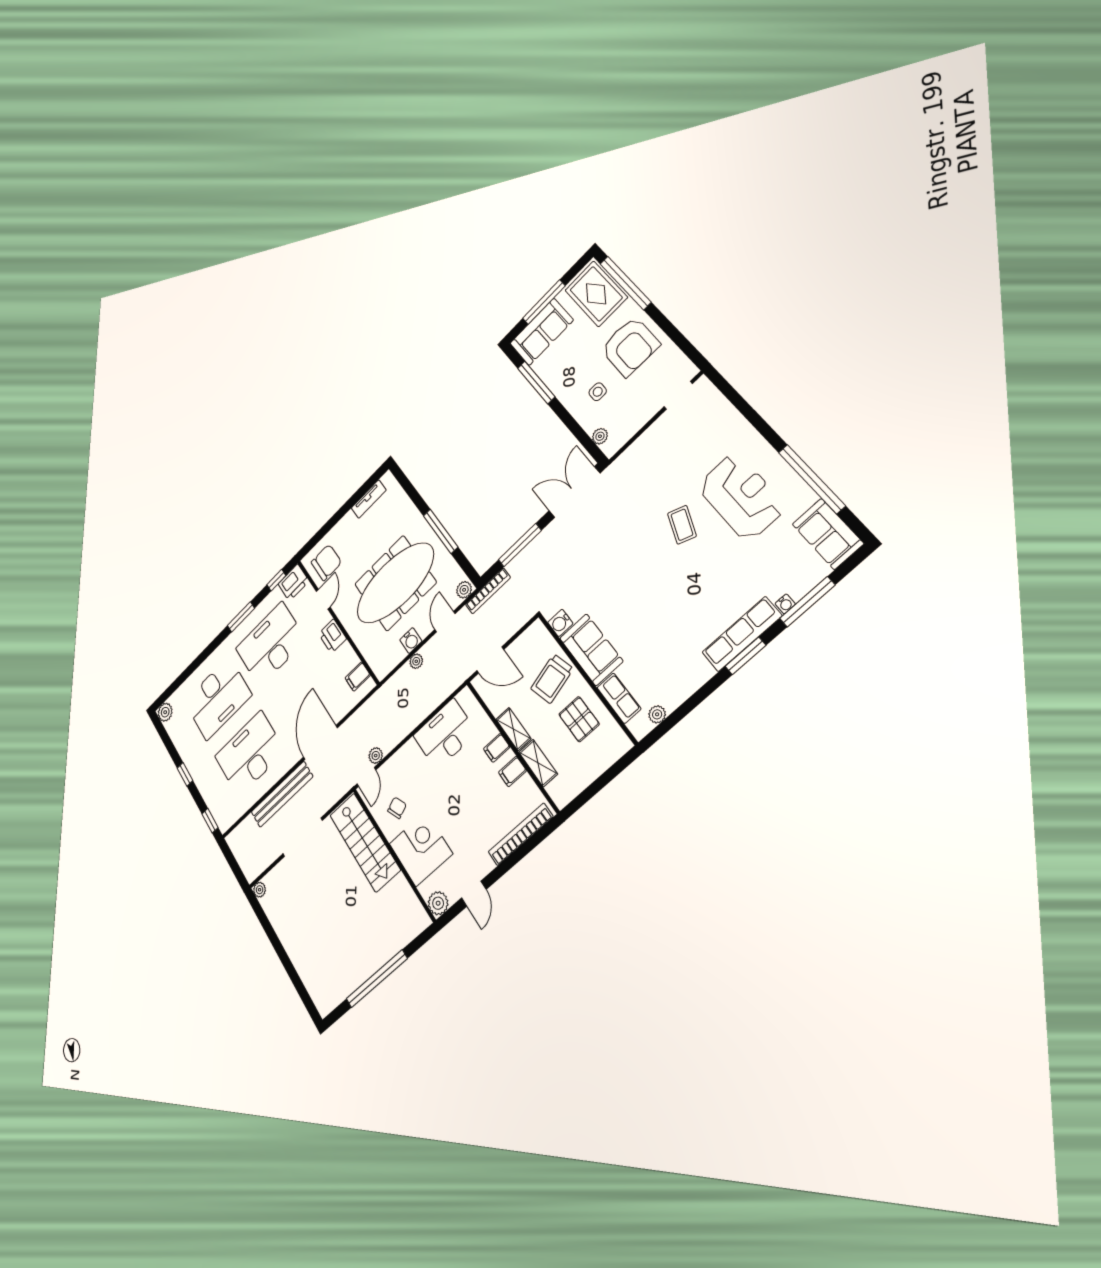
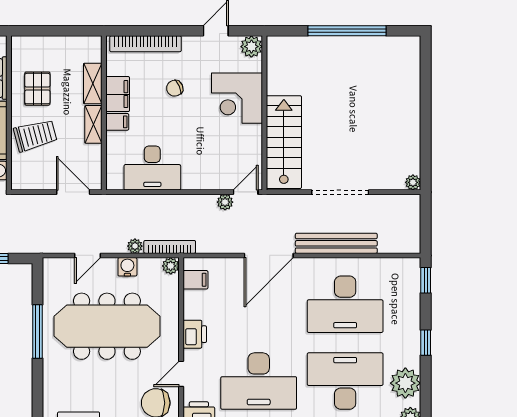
plant: (464, 590) -> (171, 266), moved
bookcase: (488, 591) -> (170, 247), moved
plant: (181, 733) -> (405, 383), added
filing cabinet: (512, 771) -> (118, 94), width x2.00
chair: (397, 808) -> (175, 88), moved

